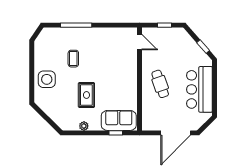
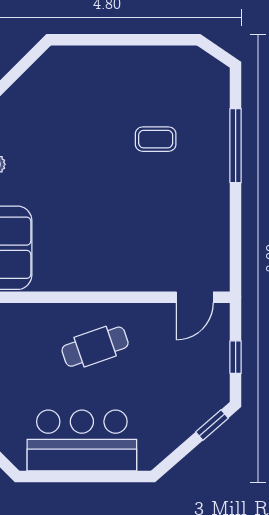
window: (203, 47) -> (212, 425), moved
side table: (47, 79) -> (106, 76), removed
rug: (86, 95) -> (69, 170), removed

